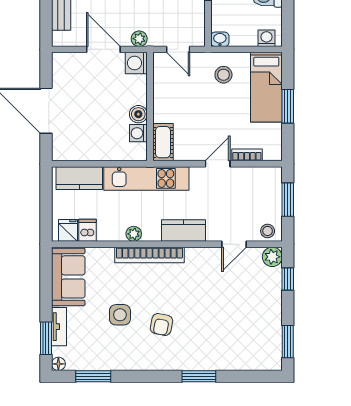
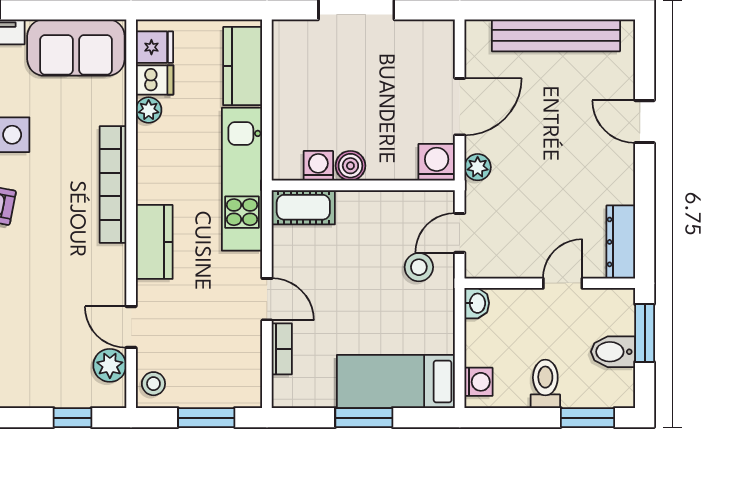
stool: (223, 75) -> (419, 267), moved
plant: (134, 234) -> (149, 110), moved
plant: (272, 257) -> (110, 365), moved

